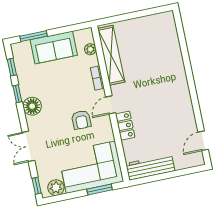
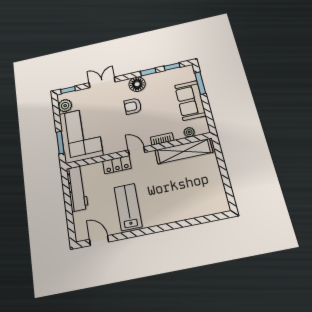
lab bench: (169, 112) -> (128, 207), added
armchair: (81, 120) -> (133, 106), moved

